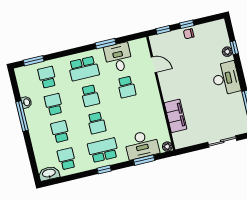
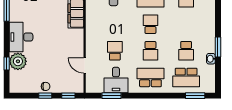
window: (106, 44) -> (111, 96), moved
plant: (227, 52) -> (18, 61), width x1.88, depth x1.88
school desk: (47, 77) -> (186, 77), width x1.85
school desk: (90, 96) -> (150, 51), turned 180
window: (22, 116) -> (218, 47), width x0.69
school desk: (60, 132) -> (186, 24), removed

